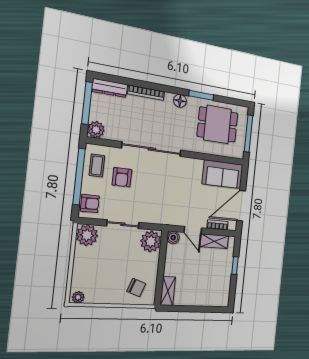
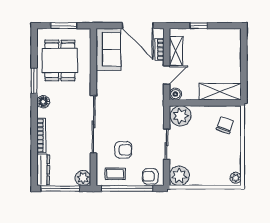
window: (249, 134) -> (64, 26), width x0.69
armchair: (90, 204) -> (150, 176), turned -90
shelving: (168, 291) -> (220, 92), width x1.50, depth x1.33

